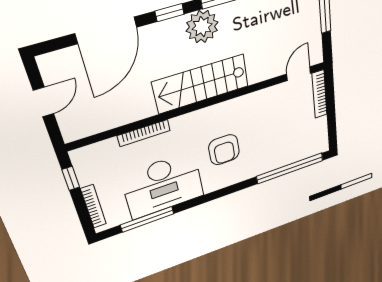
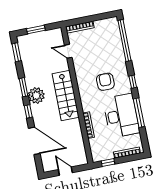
door: (299, 74) -> (68, 51), moved
armchair: (224, 150) -> (105, 82), turned -90
window: (222, 192) -> (133, 82), added
window: (147, 219) -> (139, 113), moved

